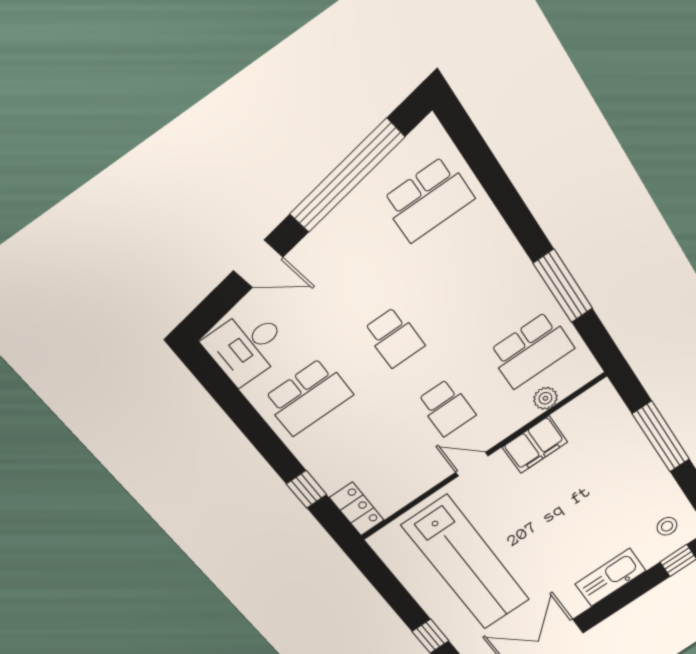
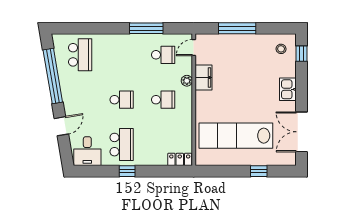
school desk: (531, 350) -> (163, 55), width x0.54
plant: (545, 398) -> (187, 81), moved
door: (472, 464) -> (194, 48), moved
window: (307, 489) -> (127, 171), moved
lab bench: (466, 563) -> (236, 136), turned 180
kitchen sink: (611, 577) -> (288, 89), width x0.73

